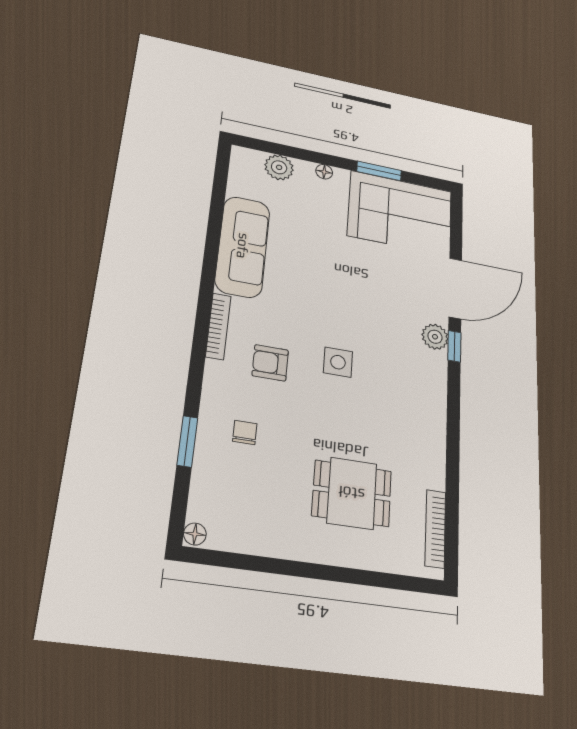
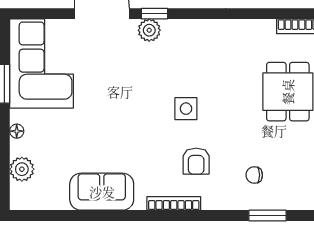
sofa: (243, 246) -> (102, 192), width x0.73

